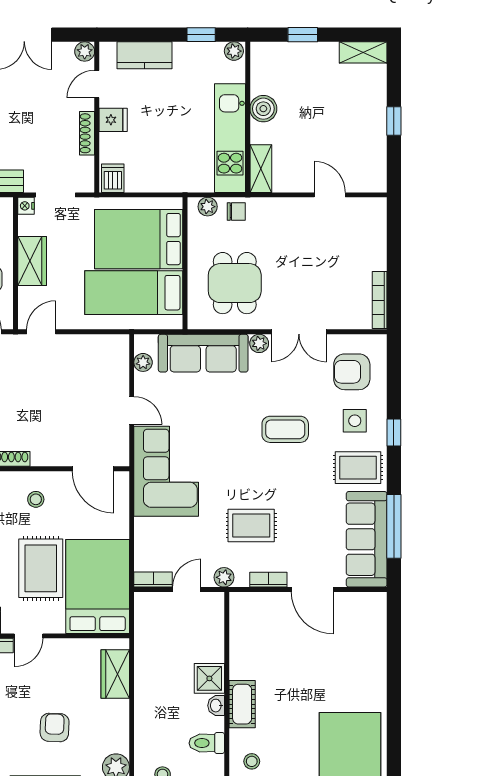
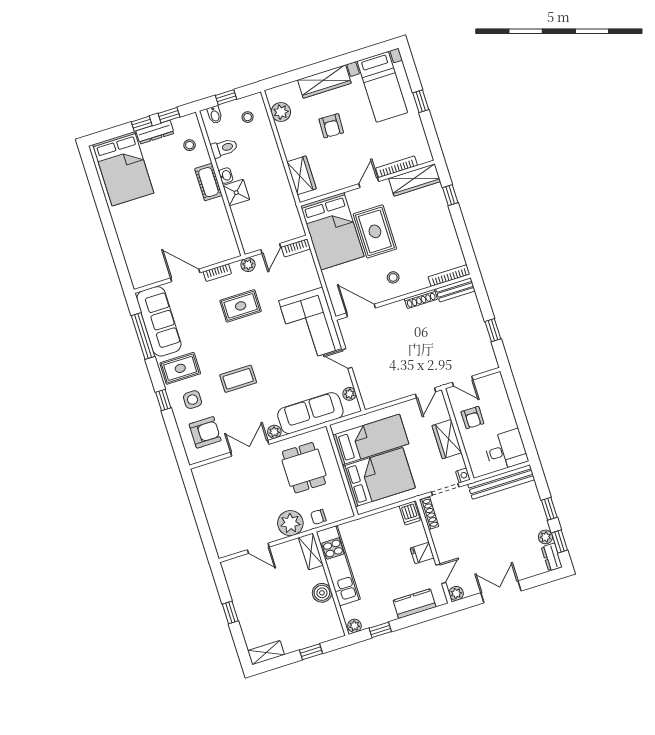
shoe rack: (87, 133) -> (429, 513), moved
plant: (208, 207) -> (290, 523), moved, width x1.88, depth x1.88
bookcase: (380, 300) -> (201, 487), removed

